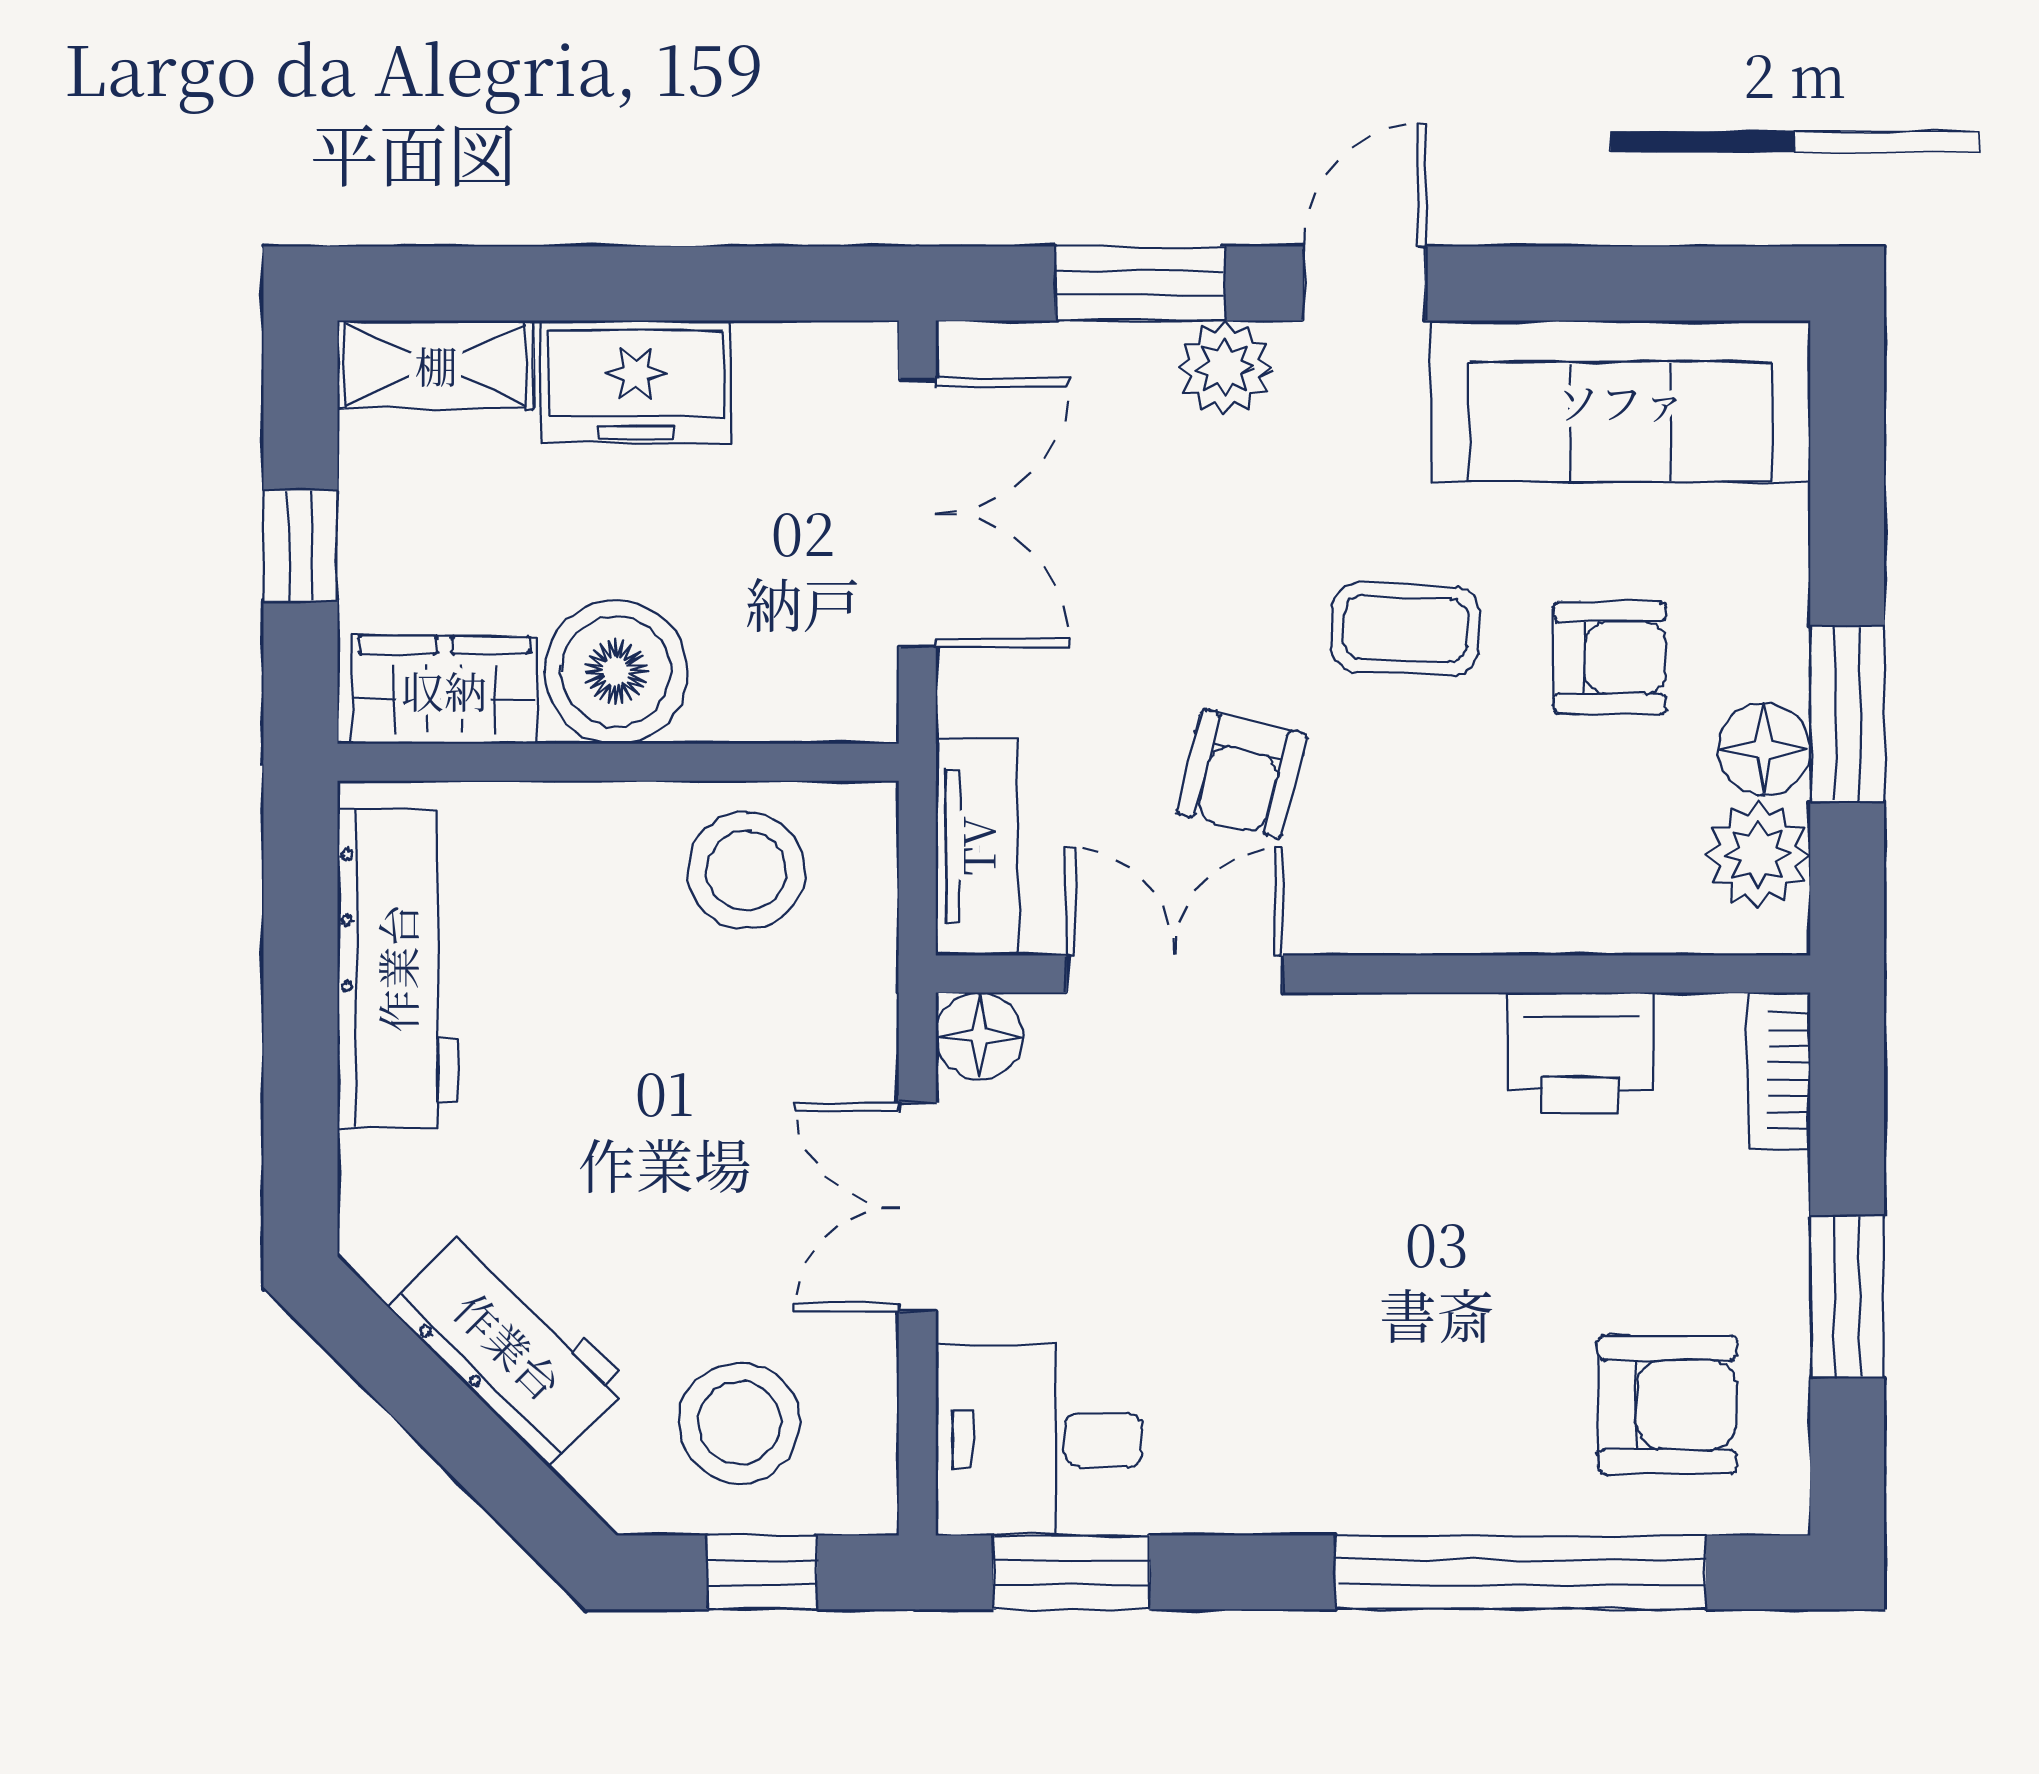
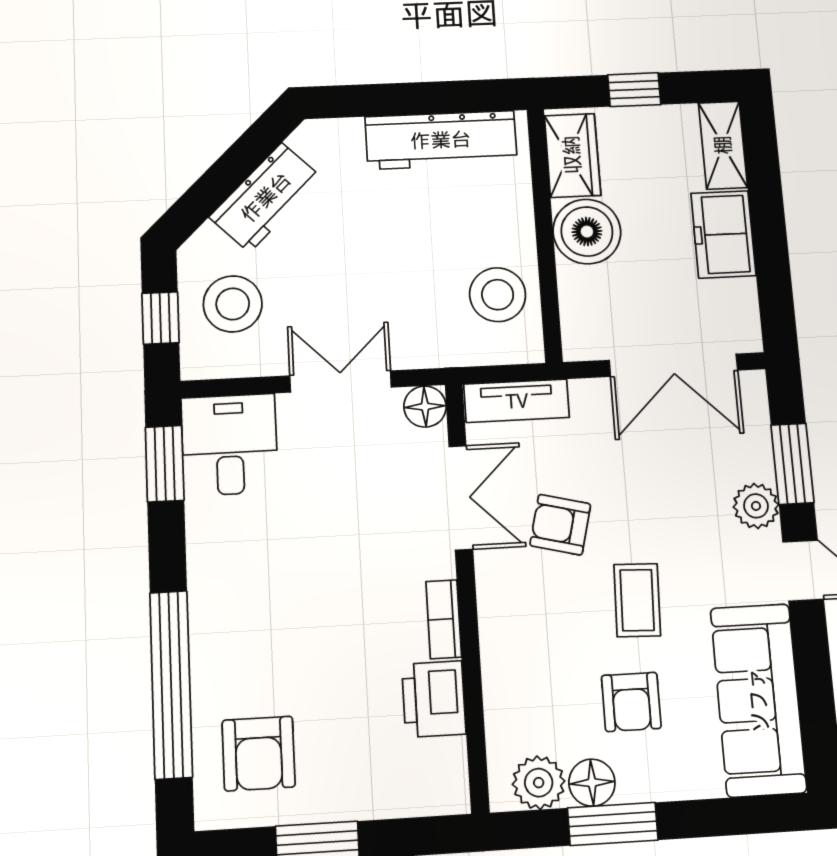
bookcase: (1779, 1071) -> (444, 619), moved, turned -90

